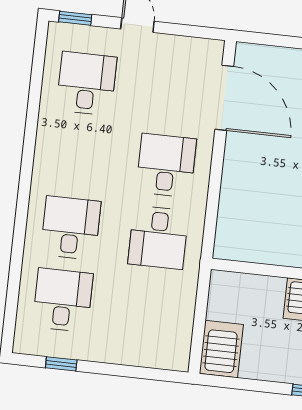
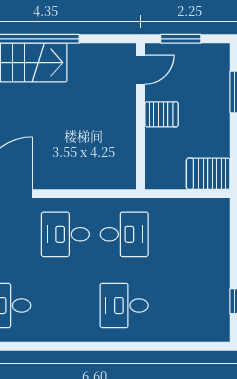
desk: (63, 300) -> (183, 306), removed

